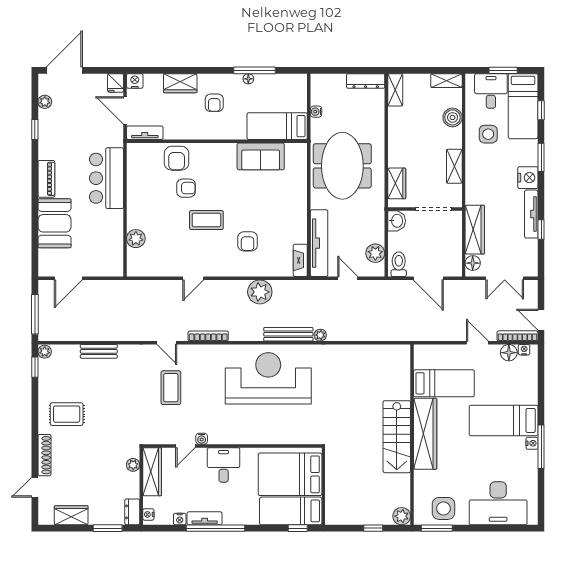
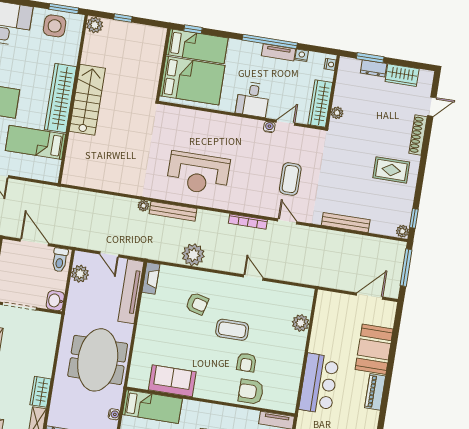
armchair: (177, 158) -> (251, 392), turned -90
wardrobe: (397, 183) -> (41, 392), moved
armchair: (186, 188) -> (246, 362), turned -90
armchair: (248, 241) -> (197, 304), turned 104
door: (193, 278) -> (253, 278), hinge flipped
bench: (99, 351) -> (346, 223), width x1.36
reception desk: (268, 378) -> (198, 173), width x0.74, depth x0.77
dresser: (132, 512) -> (374, 68), moved, turned 90

